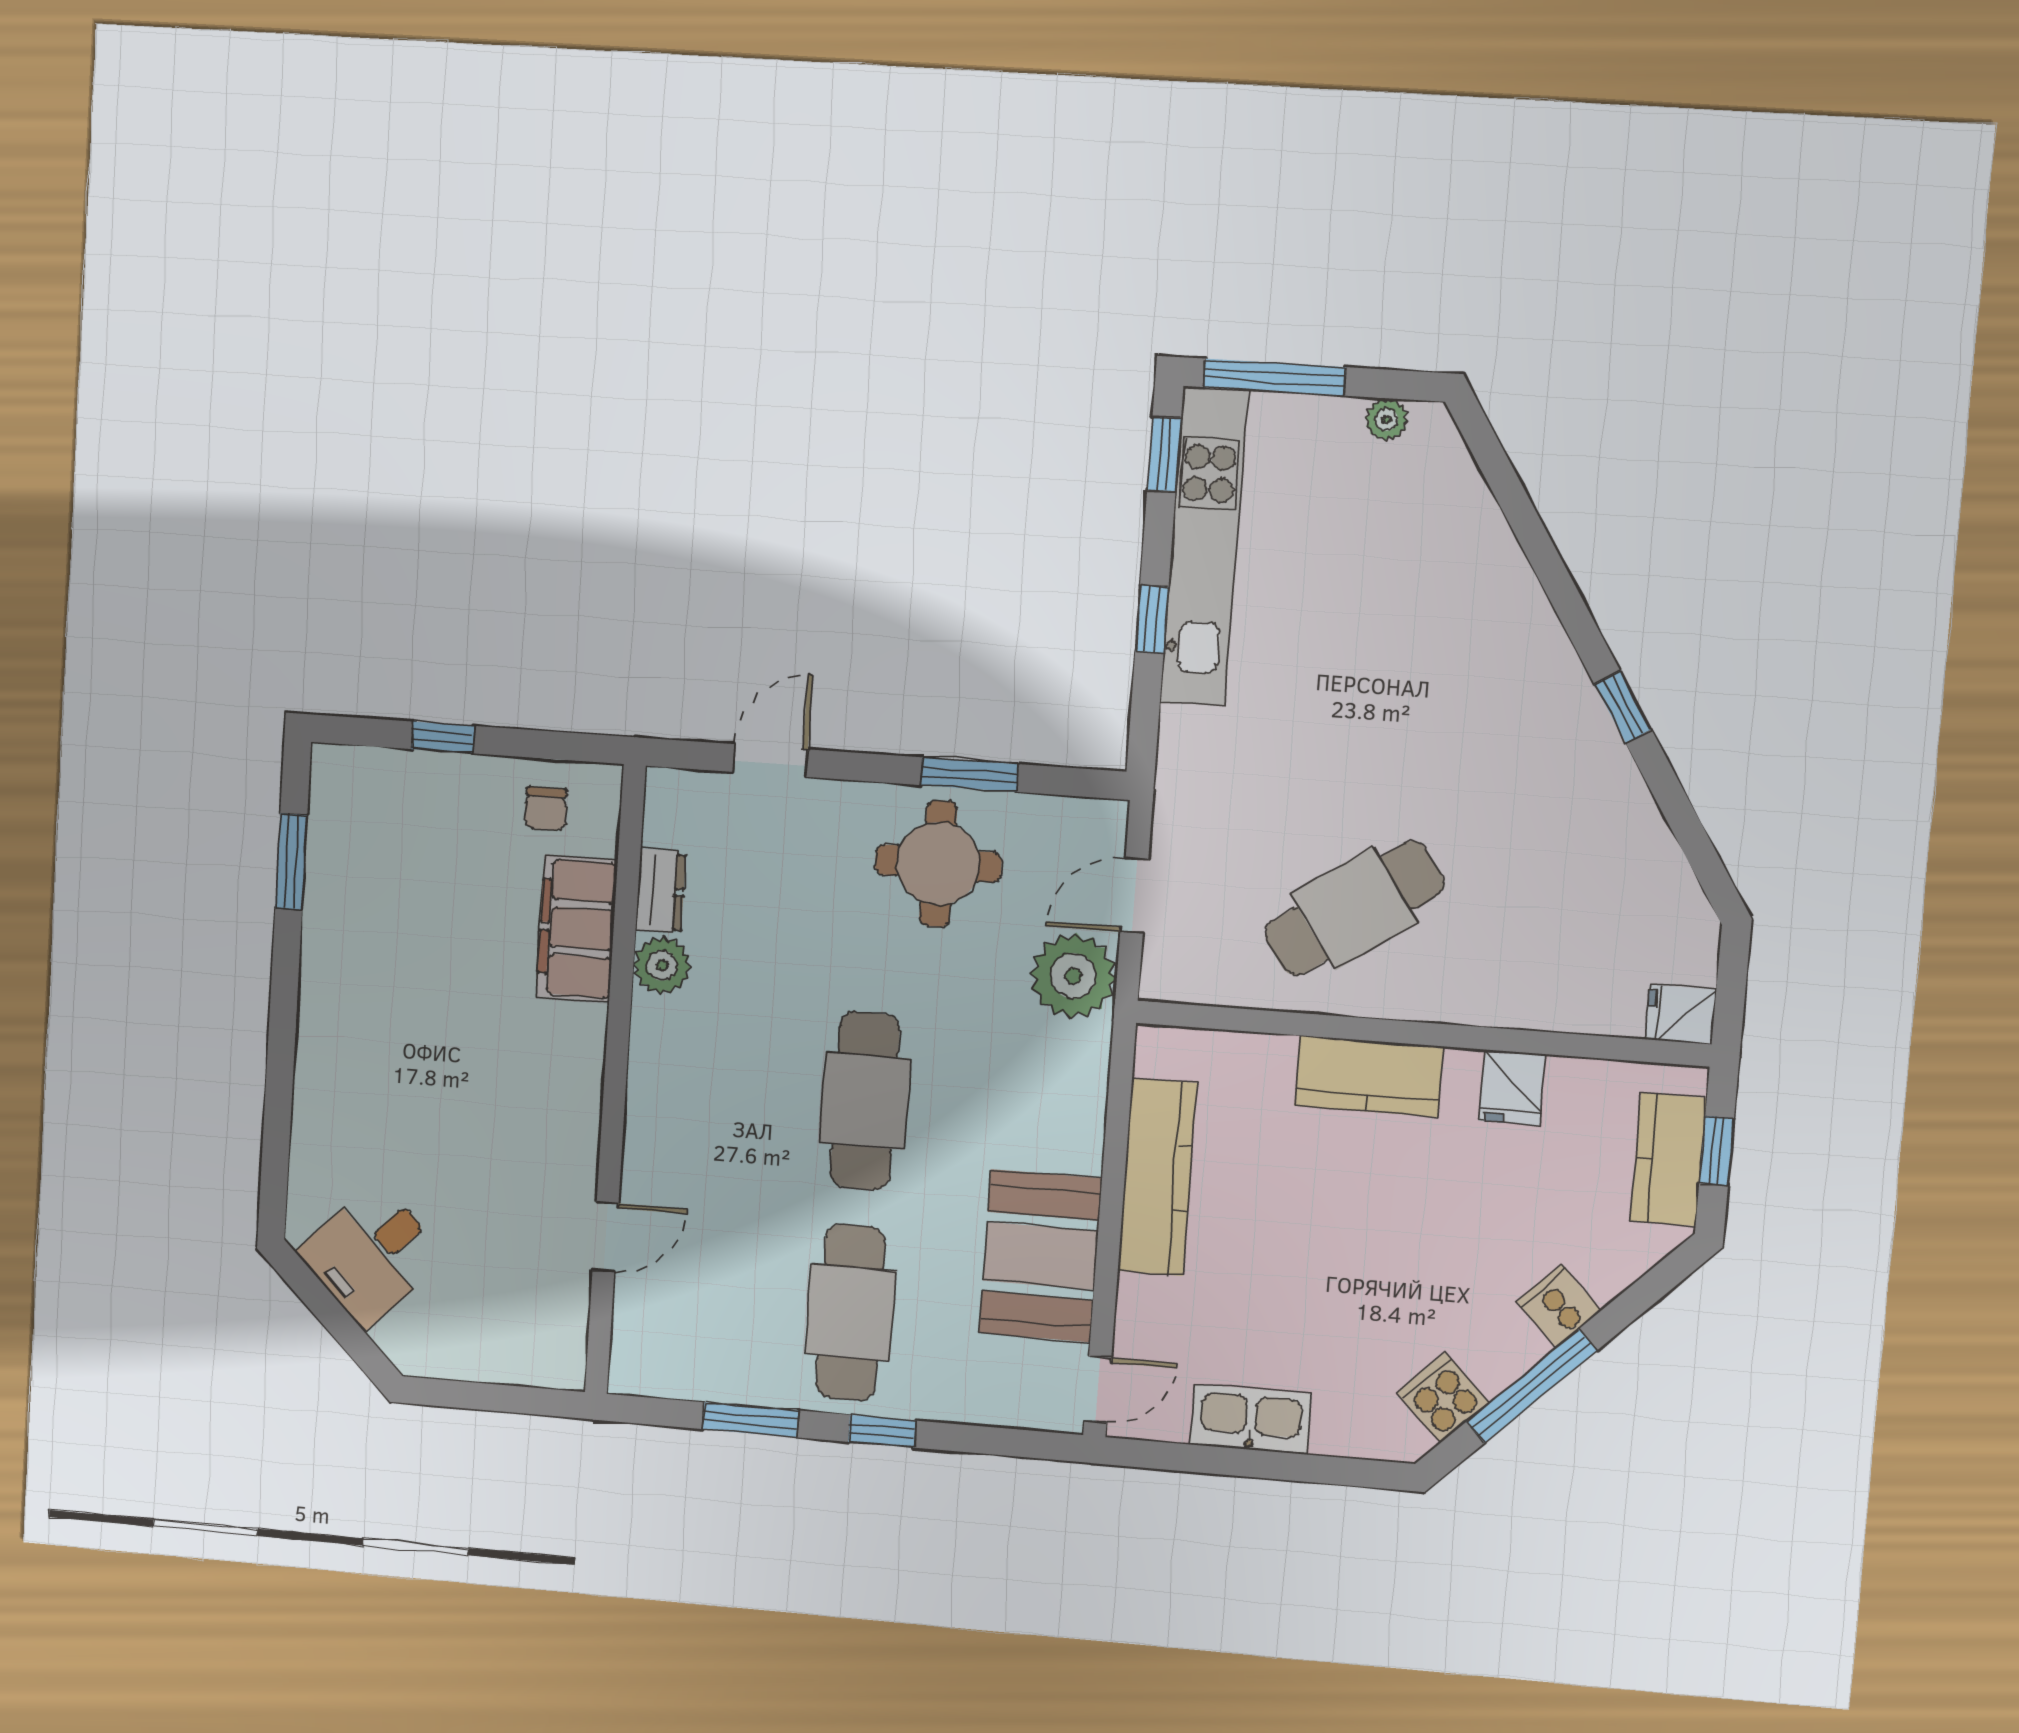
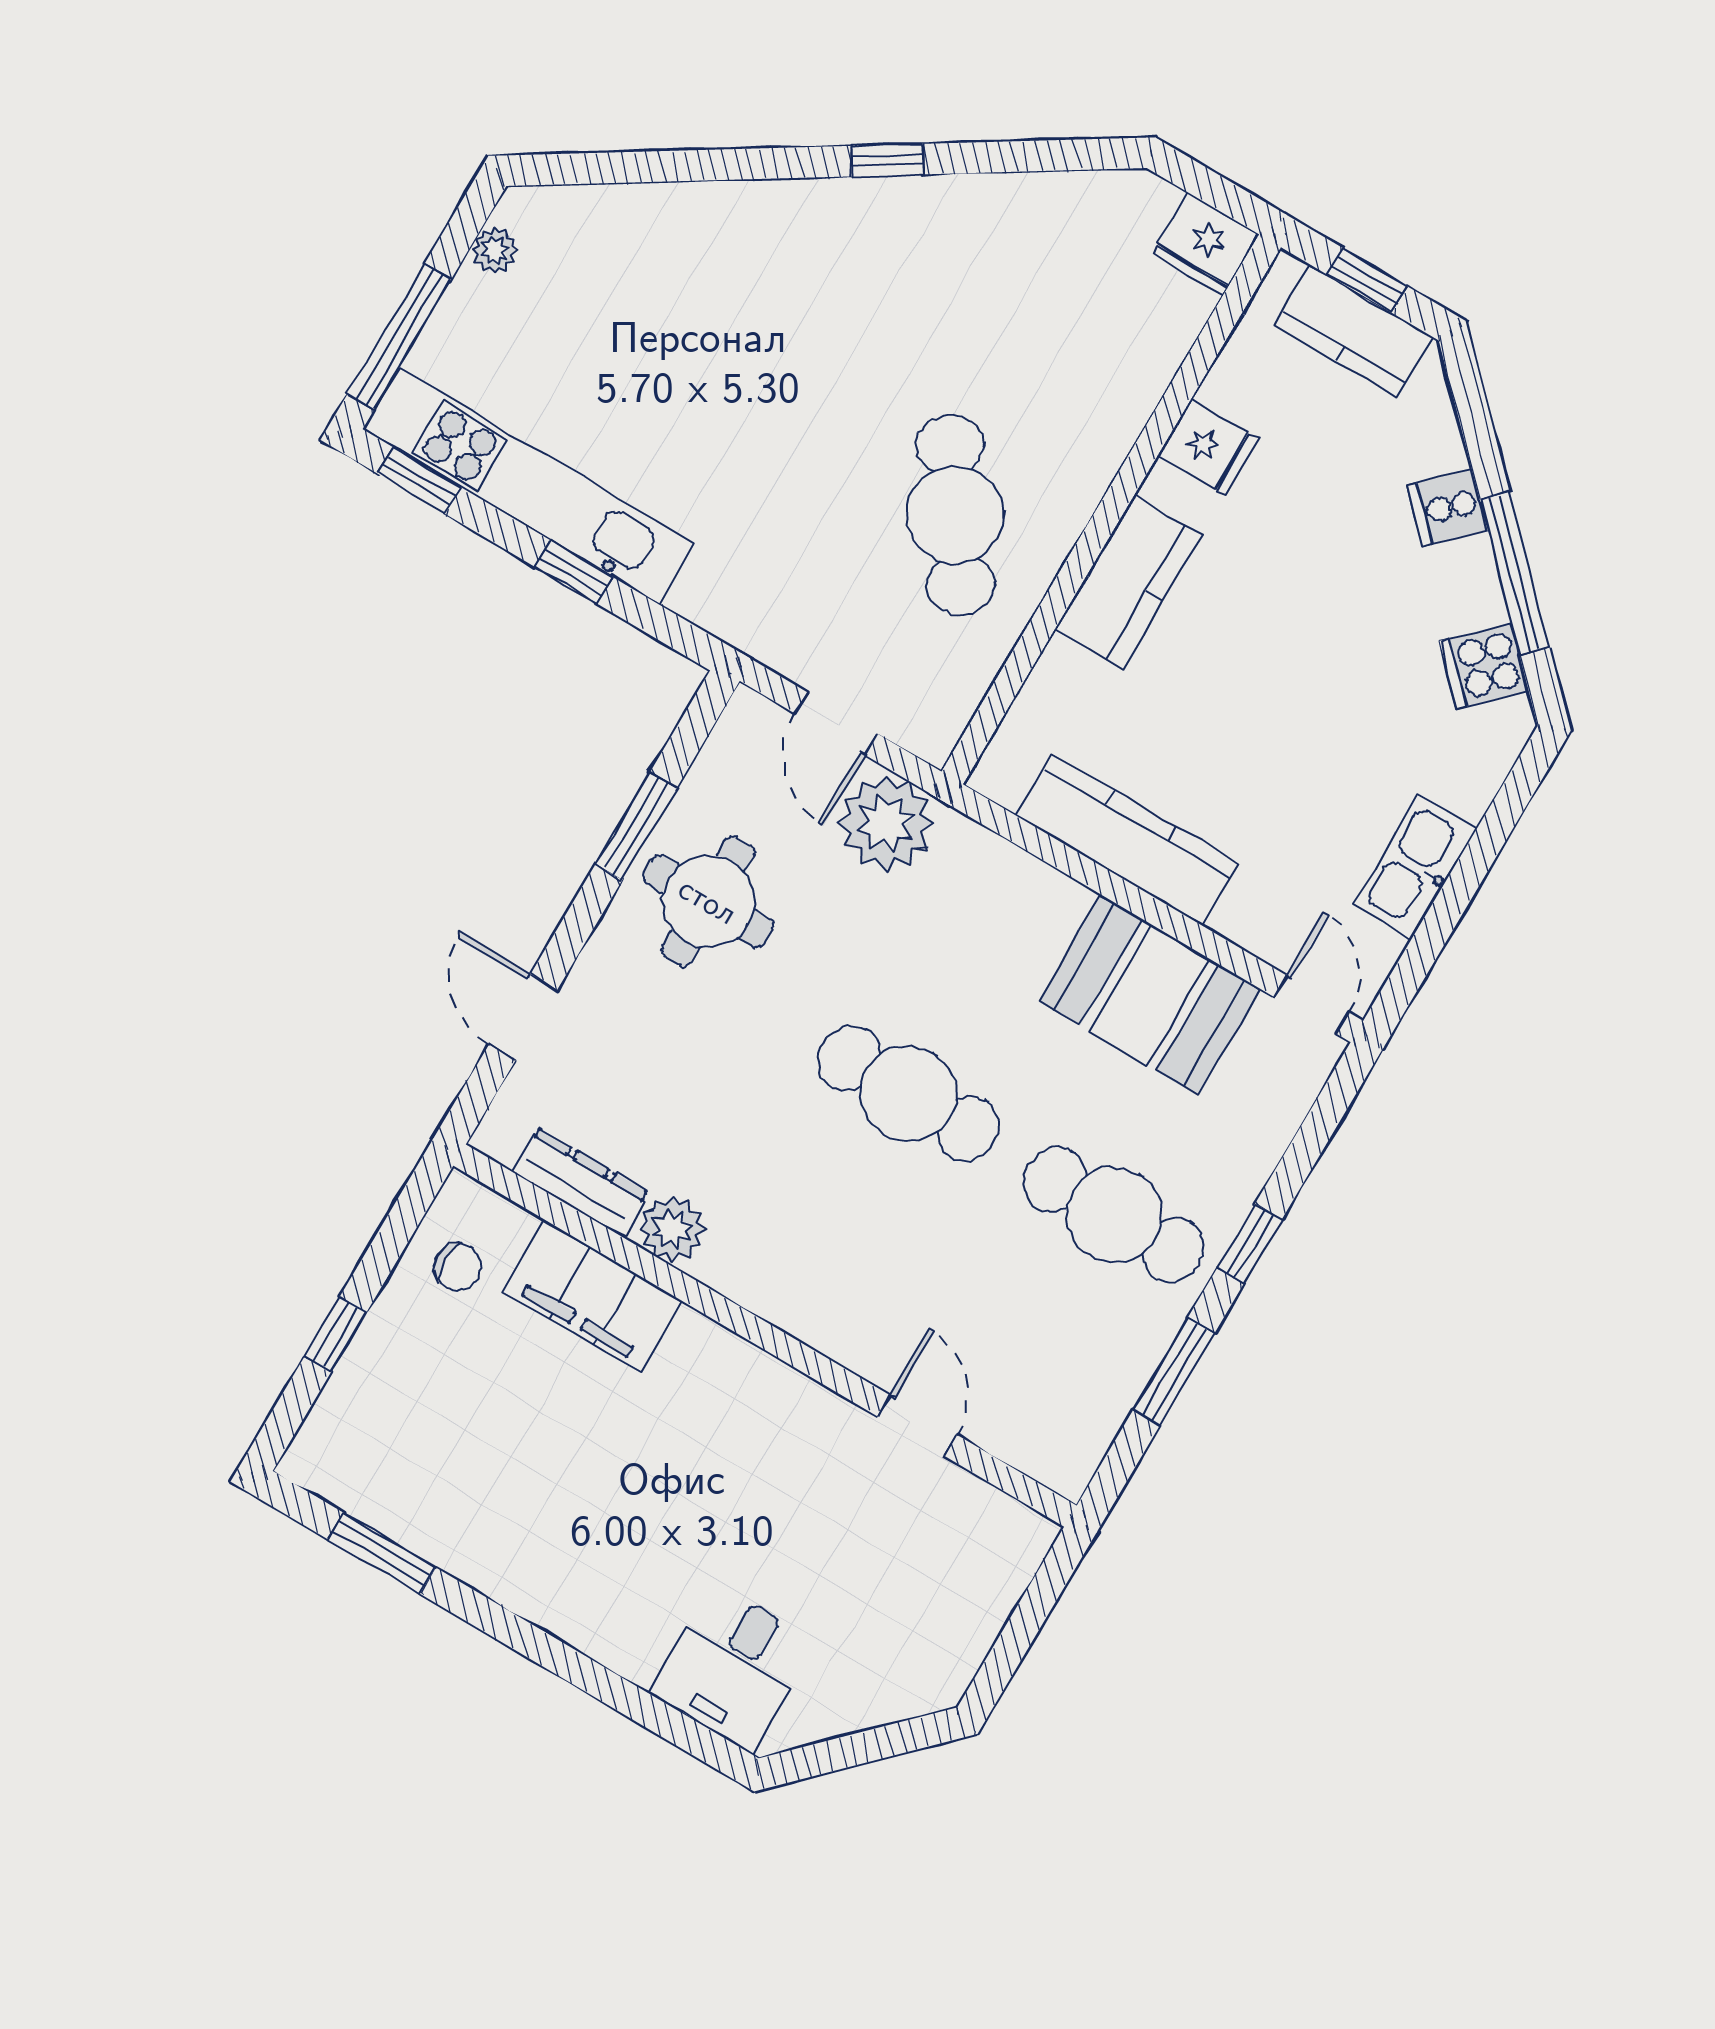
dresser: (661, 891) -> (580, 1182), width x1.44
fridge: (1681, 1014) -> (1206, 244), width x1.38
desk: (372, 1255) -> (734, 1667), moved, turned 45

